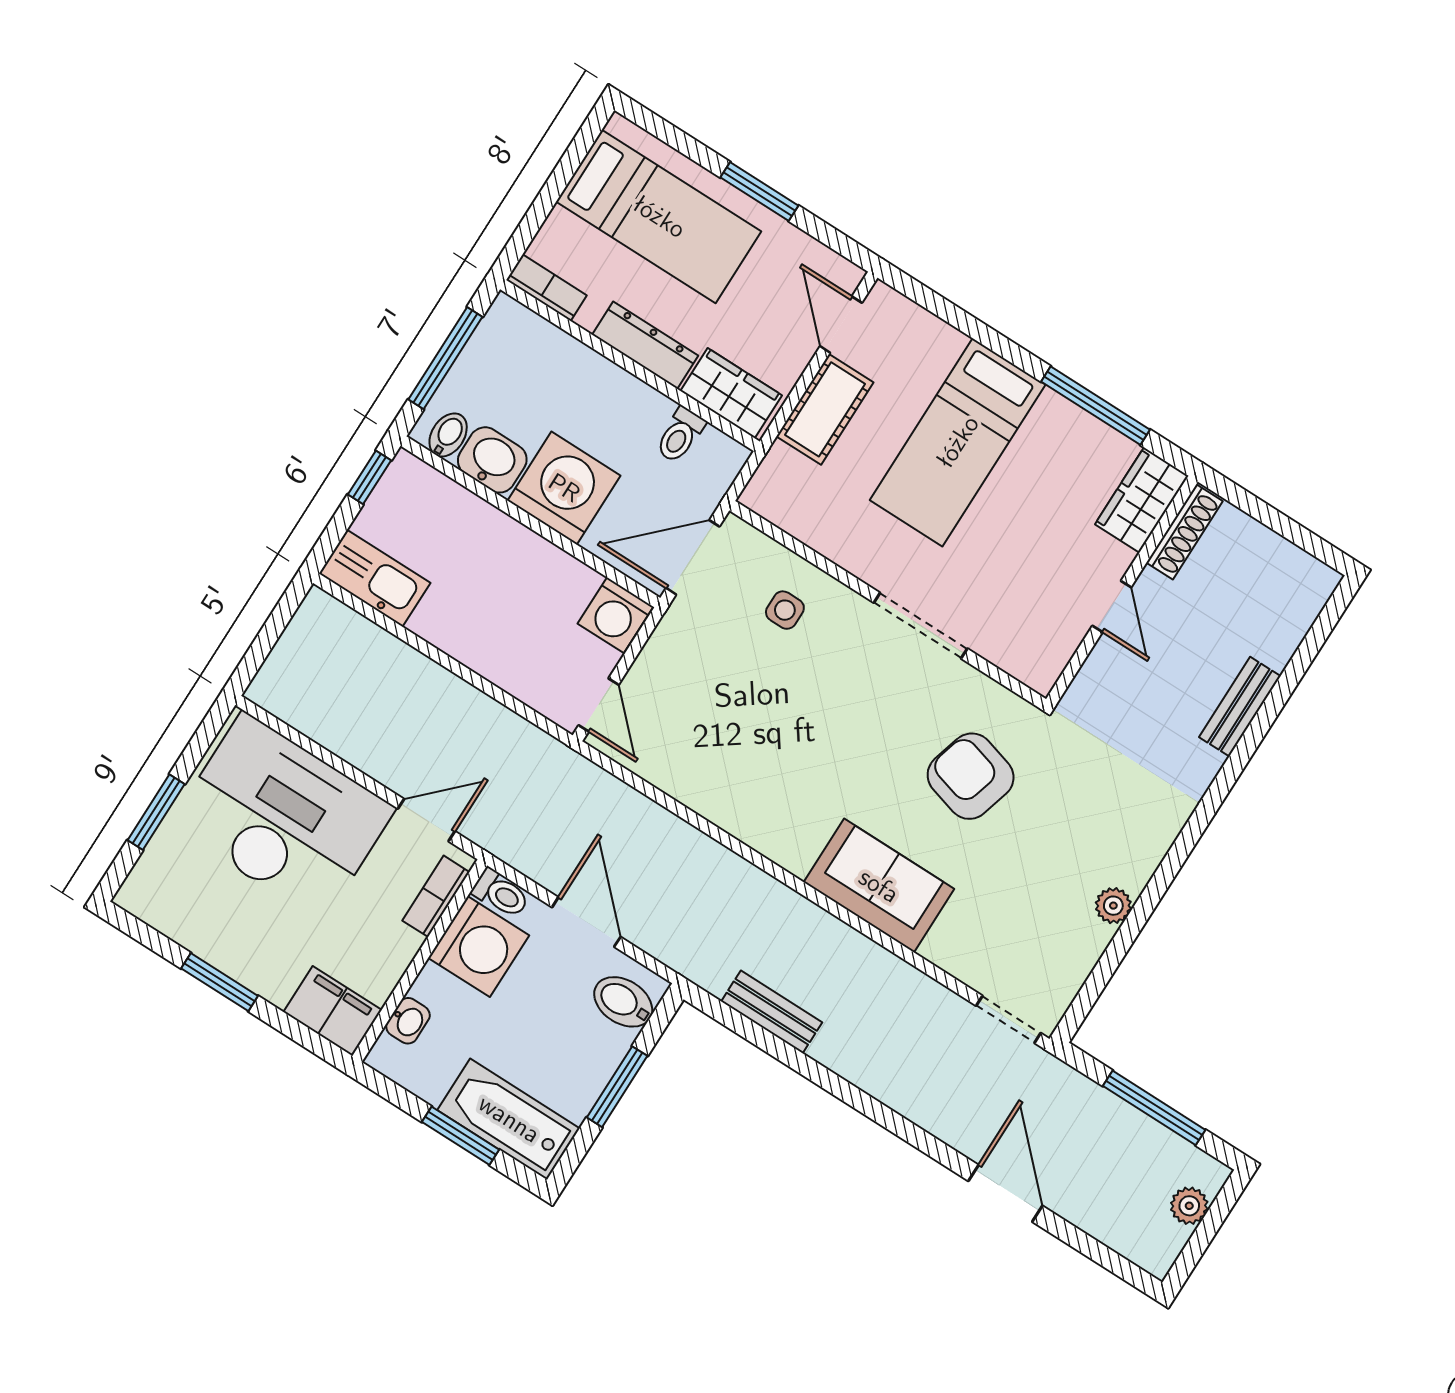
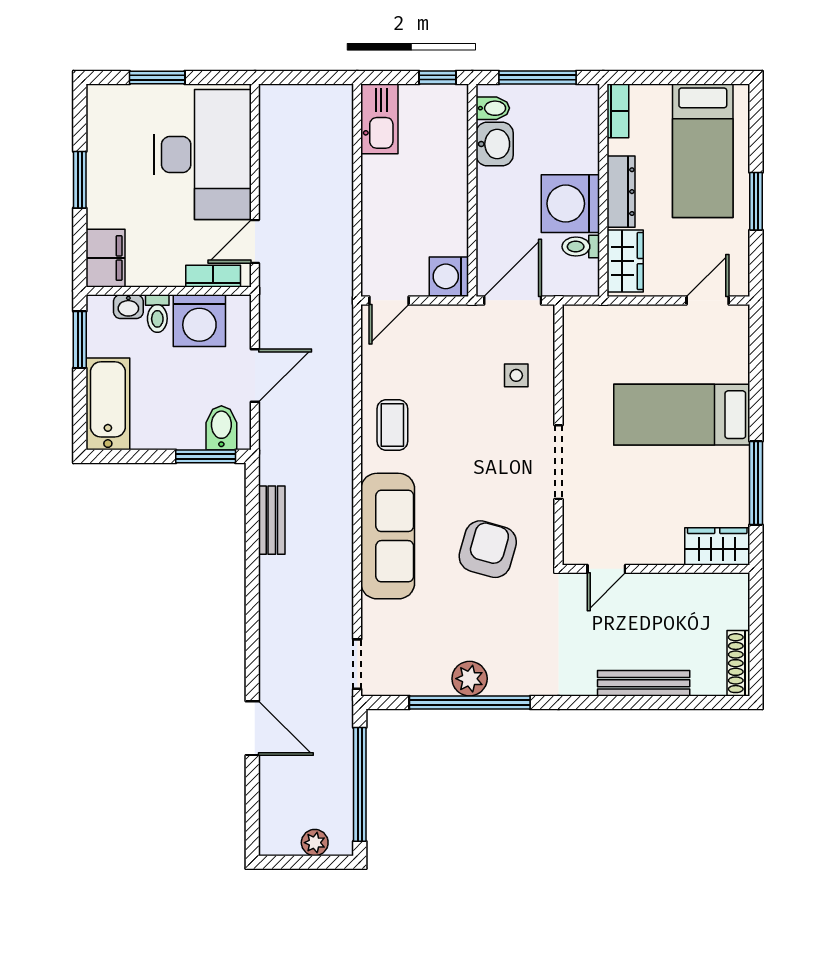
cot: (825, 409) -> (651, 323), removed
washing machine: (564, 488) -> (570, 204), moved, turned 180
shoe rack: (1185, 532) -> (738, 663), moved, turned 90
door: (693, 557) -> (513, 300), hinge flipped
door: (1112, 607) -> (606, 569), moved
bench: (1240, 707) -> (644, 683), width x1.36
coffee table: (750, 796) -> (392, 425), added
door: (426, 820) -> (255, 241), swing flipped
sofa: (879, 886) -> (388, 536), width x1.36
toilet: (501, 893) -> (157, 314), moved
plant: (1113, 906) -> (470, 679), width x1.38, depth x1.38
window: (1140, 914) -> (470, 702), added
window: (617, 1087) -> (206, 456), moved
window: (1154, 1108) -> (360, 784), width x1.46
window: (460, 1136) -> (80, 340), moved
door: (1005, 1193) -> (252, 728), hinge flipped

